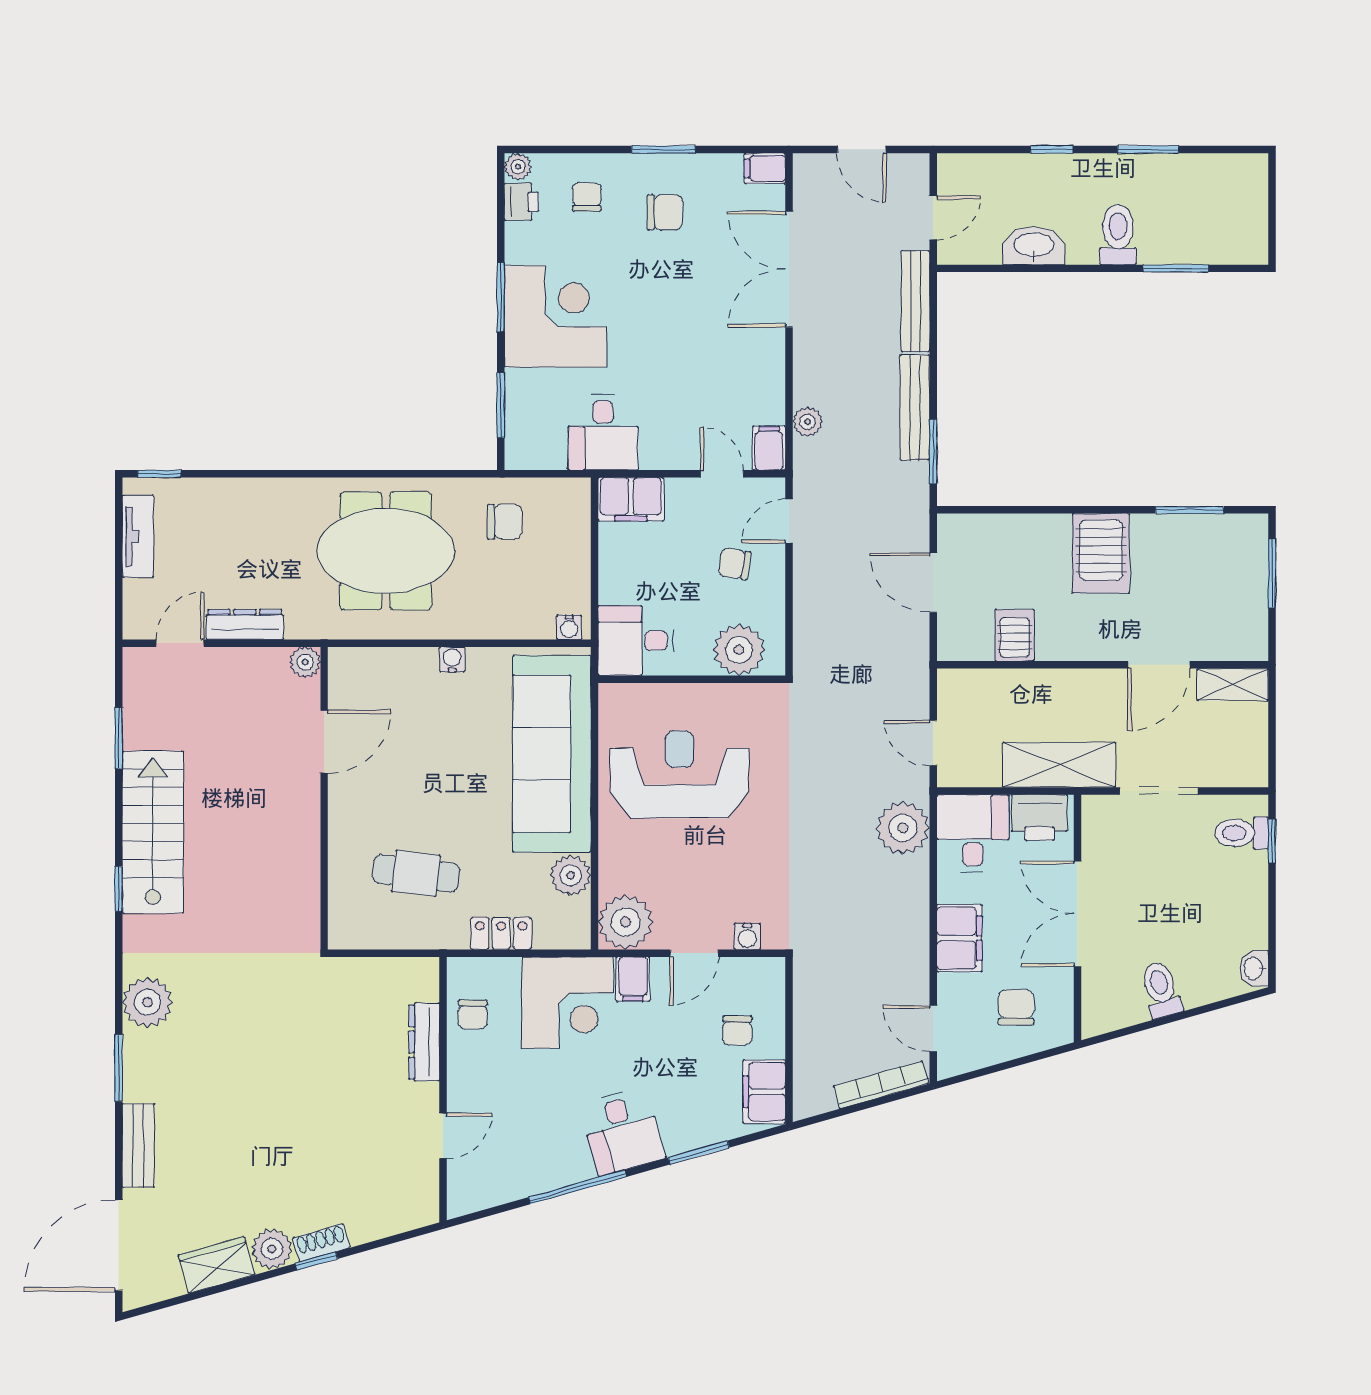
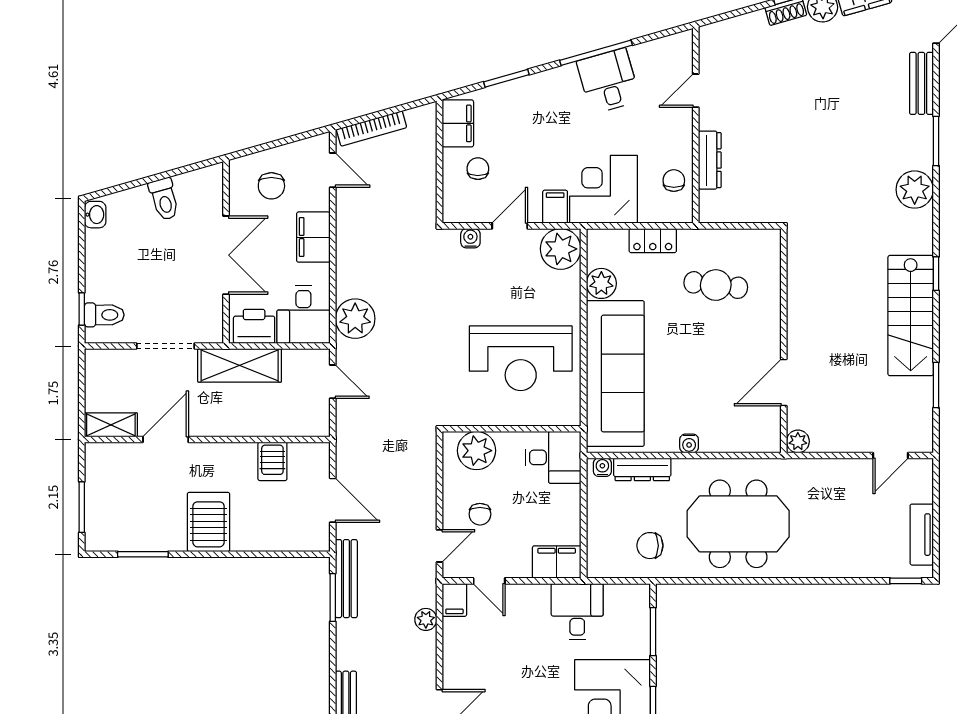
bench: (915, 408) -> (346, 579), moved
chair: (734, 564) -> (480, 514), turned 81
dresser: (245, 624) -> (642, 469), moved
desk: (622, 1131) -> (608, 81), moved

